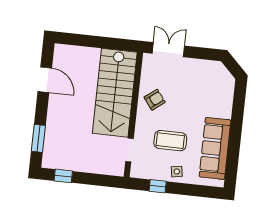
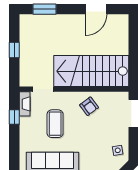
side table: (177, 172) -> (118, 150), moved
fireplace: (144, 173) -> (25, 104), added
window: (63, 176) -> (14, 50), moved

